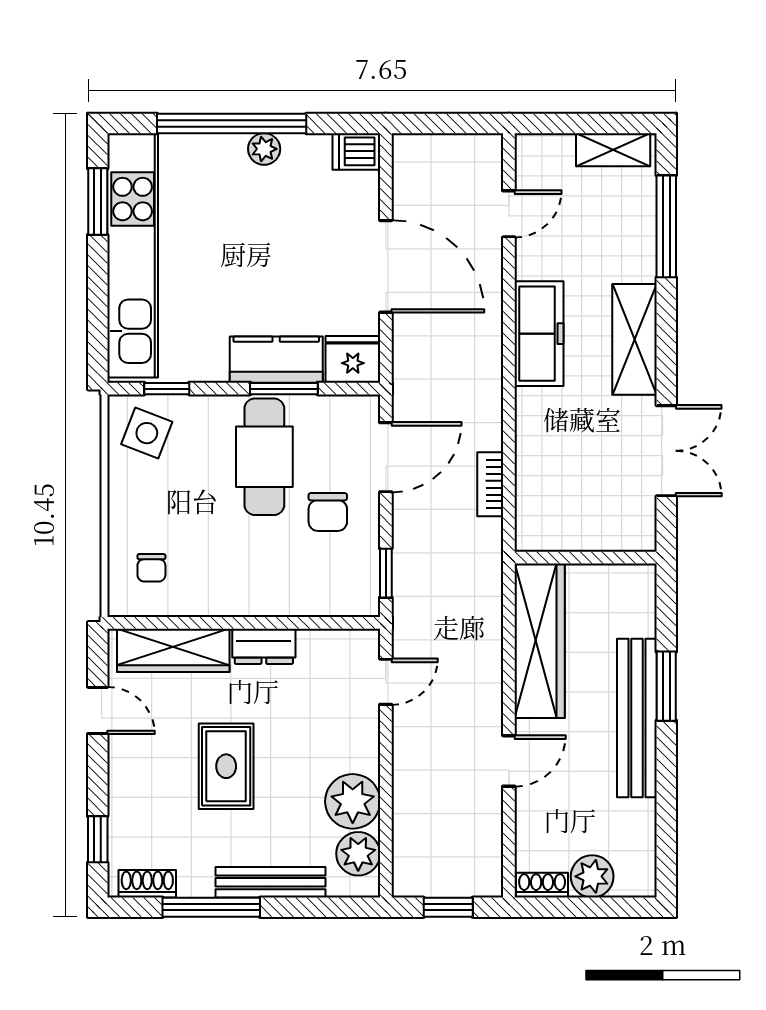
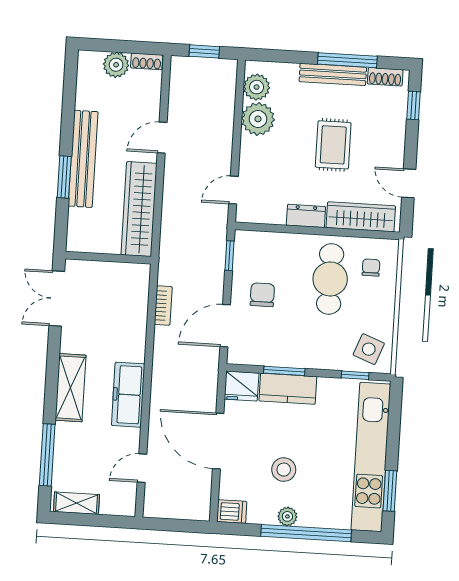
stool: (275, 226) -> (284, 470), added
double door: (666, 451) -> (57, 298), moved
cafe table: (264, 457) -> (330, 279), moved
bench: (270, 882) -> (333, 74), moved

